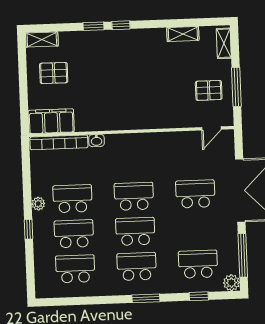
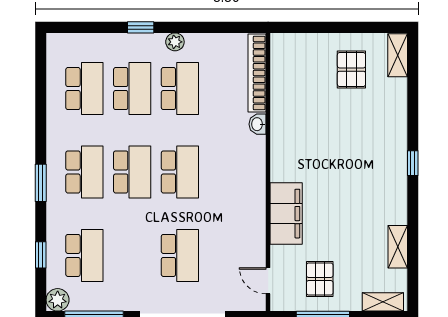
window: (93, 26) -> (413, 126), removed
filing cabinet: (51, 121) -> (286, 214), moved

